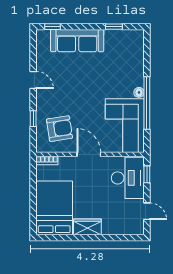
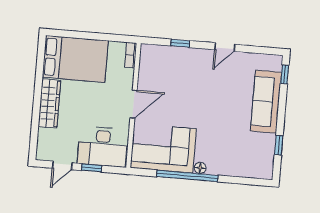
armchair: (59, 129) -> (166, 73), removed
window: (147, 174) -> (92, 168), moved
wardrobe: (87, 227) -> (49, 103), width x1.50

